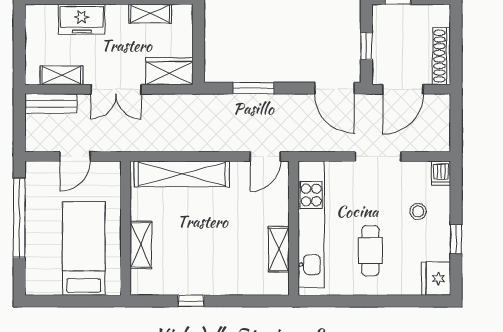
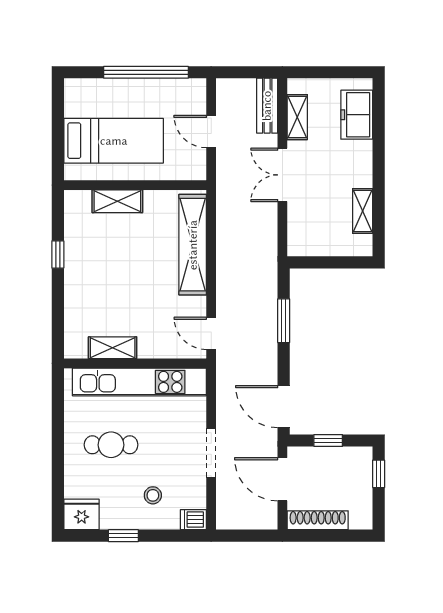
freezer: (82, 19) -> (357, 115), moved
wardrobe: (169, 71) -> (302, 231), removed
door: (334, 88) -> (284, 407), hinge flipped

